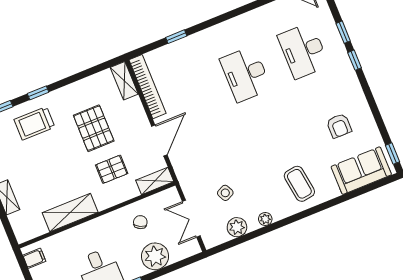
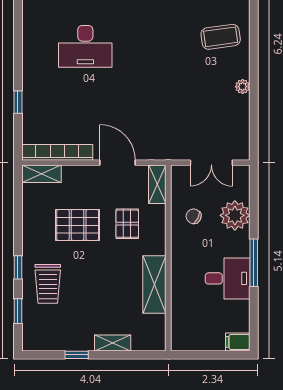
side table: (225, 193) -> (199, 117), removed
plant: (237, 227) -> (239, 119), removed
filing cabinet: (34, 258) -> (186, 340), removed

